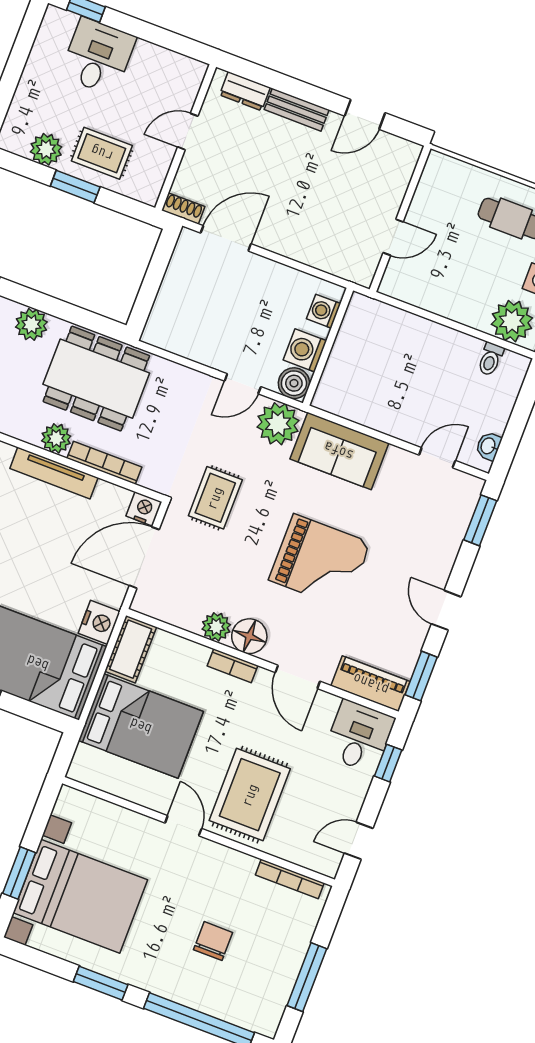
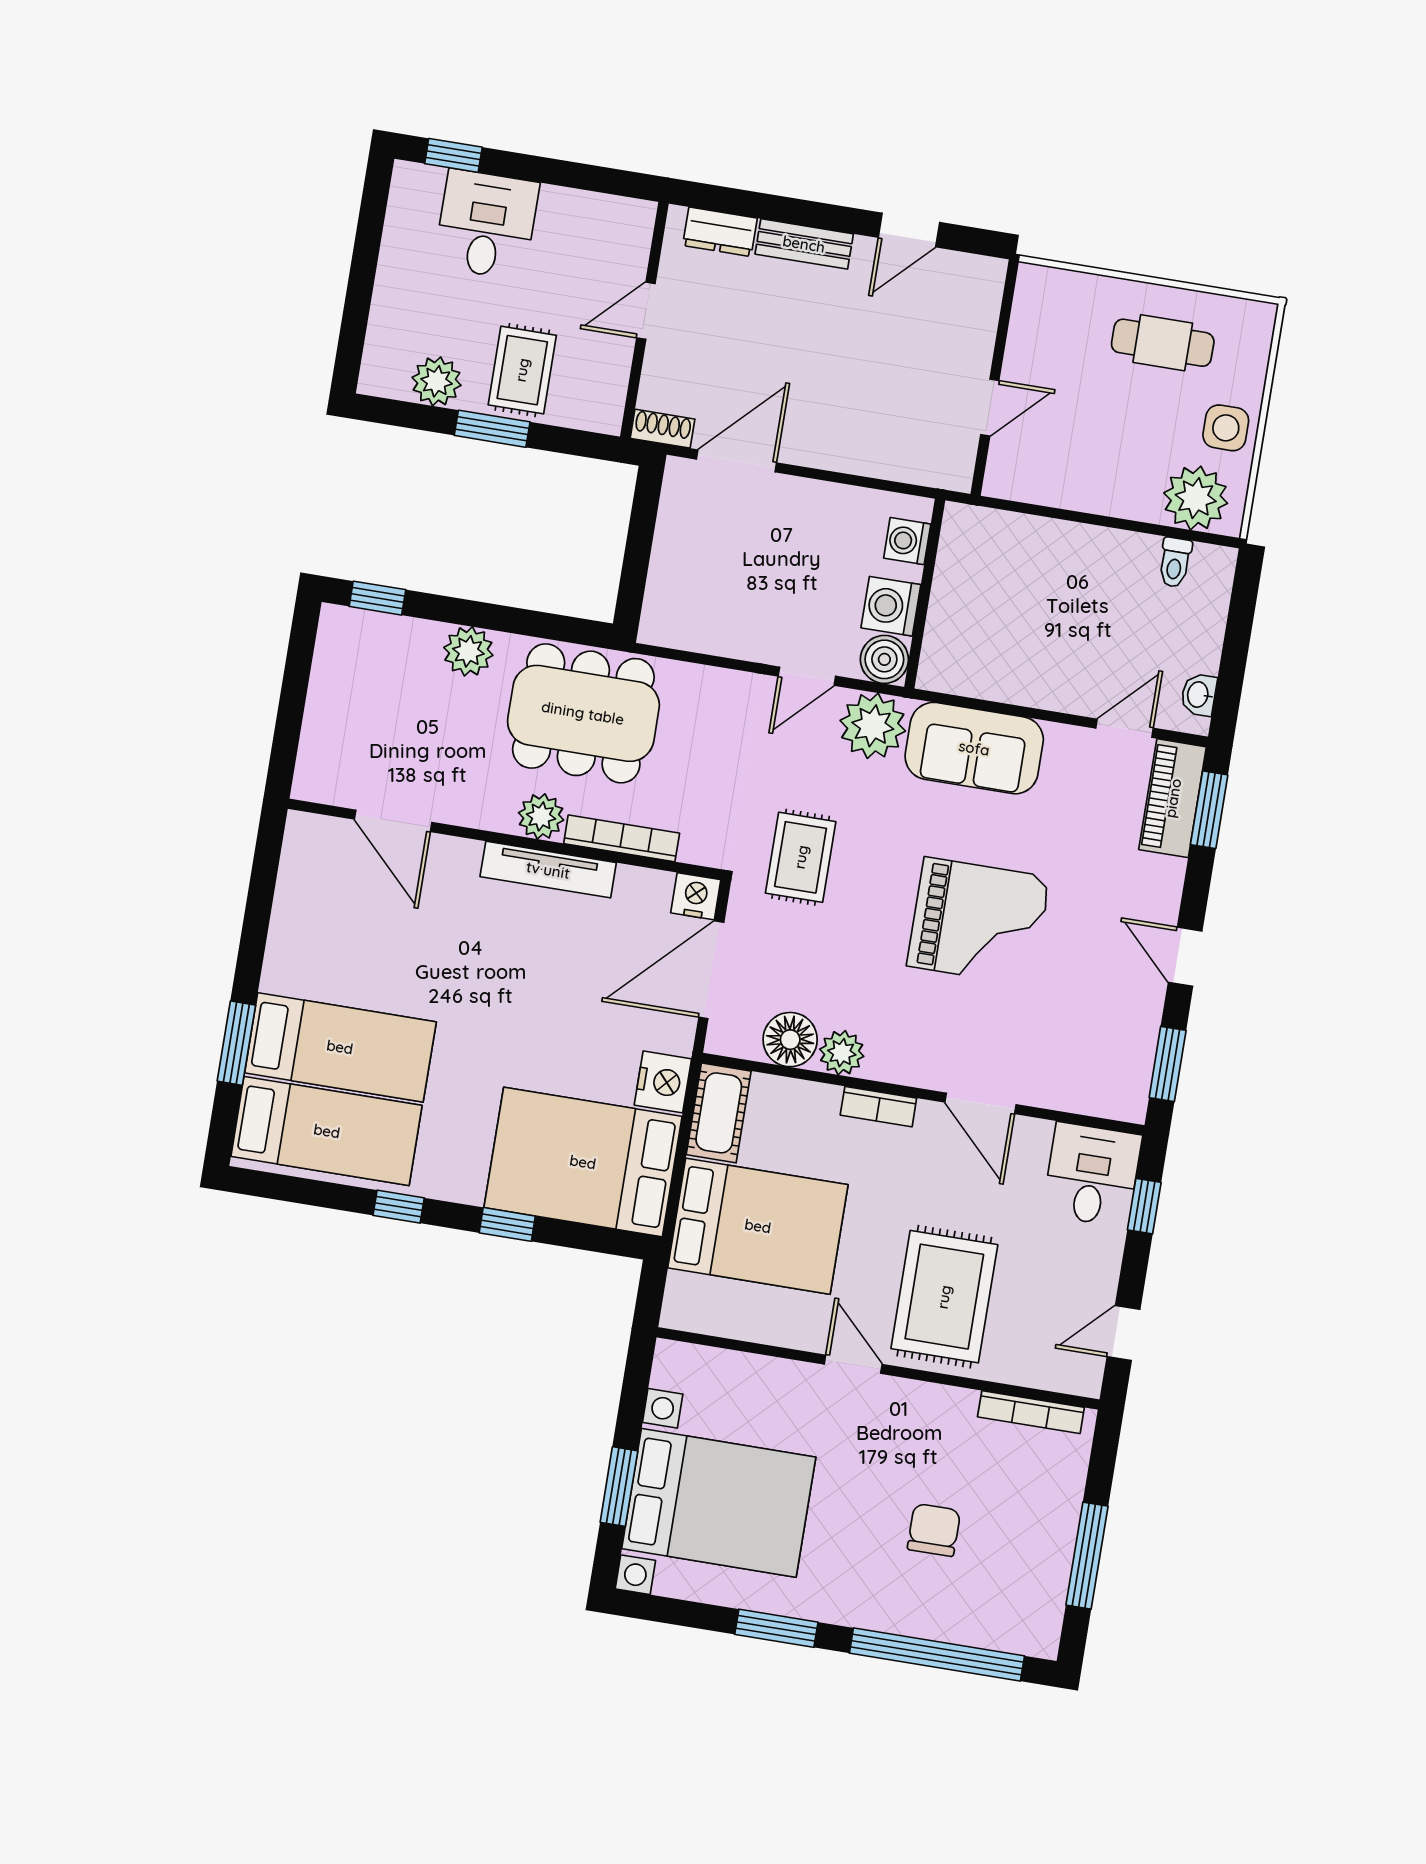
rug: (102, 153) -> (522, 370), turned 90
floor lamp: (249, 636) -> (790, 1040), moved
piano: (371, 684) -> (1173, 798), moved, turned -90

